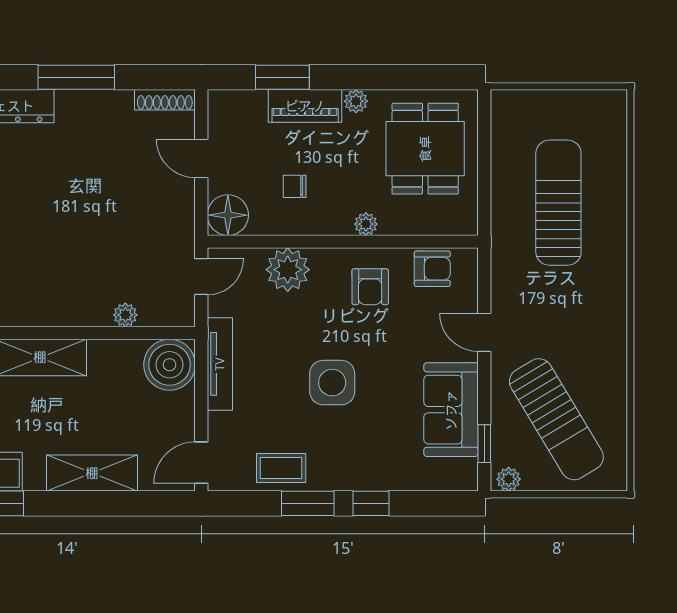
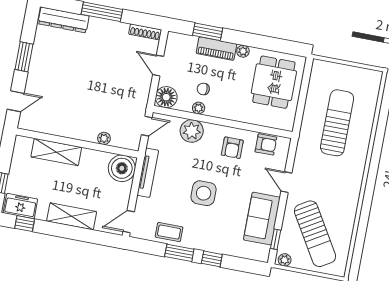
plant: (366, 224) -> (199, 108), moved

